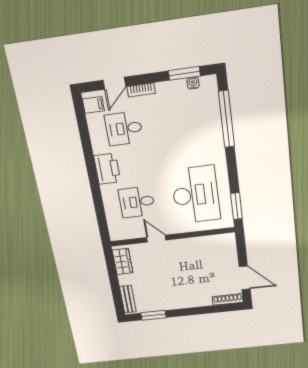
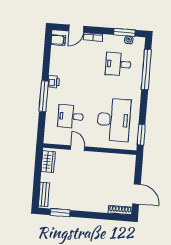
desk: (124, 129) -> (118, 64), moved
printer: (107, 169) -> (54, 82), width x0.53, depth x0.68
window: (95, 184) -> (44, 96), added

